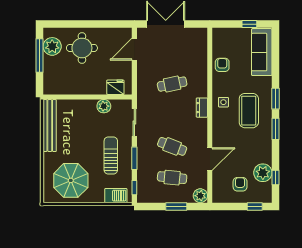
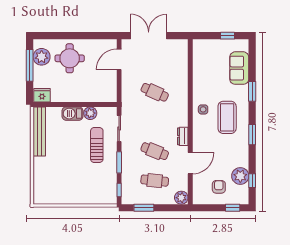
sofa: (262, 52) -> (239, 68), width x0.73
armchair: (222, 65) -> (202, 74), removed
cafe table: (172, 84) -> (155, 92), turned 36
fridge: (115, 87) -> (42, 95), moved
window: (275, 99) -> (252, 91), moved
dresser: (202, 108) -> (183, 136), moved
sun lounger: (111, 155) -> (97, 145), moved
parasol: (71, 180) -> (59, 183), removed
barbecue: (116, 196) -> (73, 114), moved, turned 180
window: (176, 206) -> (144, 208), moved

